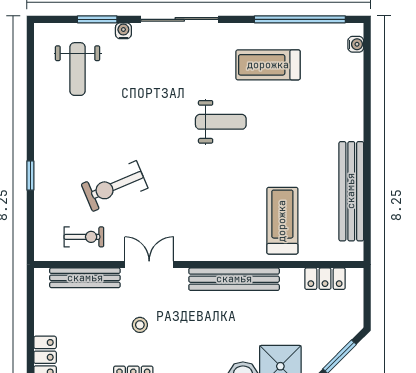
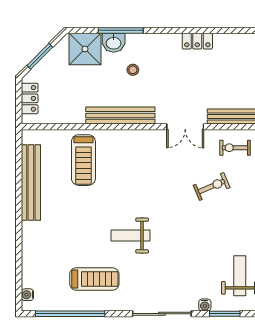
exercise bike: (115, 186) -> (212, 186), width x0.73, depth x0.72
locker: (325, 279) -> (30, 98), moved, turned 90
stool: (140, 325) -> (133, 70), moved

